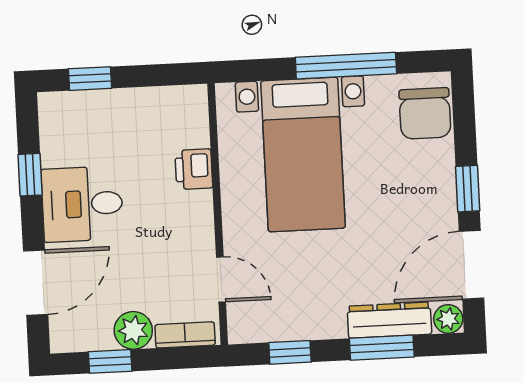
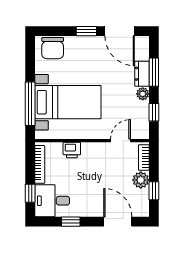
window: (346, 66) -> (30, 104), moved
bookcase: (157, 97) -> (40, 164), added
chair: (425, 113) -> (53, 48), turned 90
desk: (82, 204) -> (52, 201), moved, turned 90
plant: (448, 319) -> (143, 94), moved
dresser: (389, 320) -> (142, 74), width x0.70

